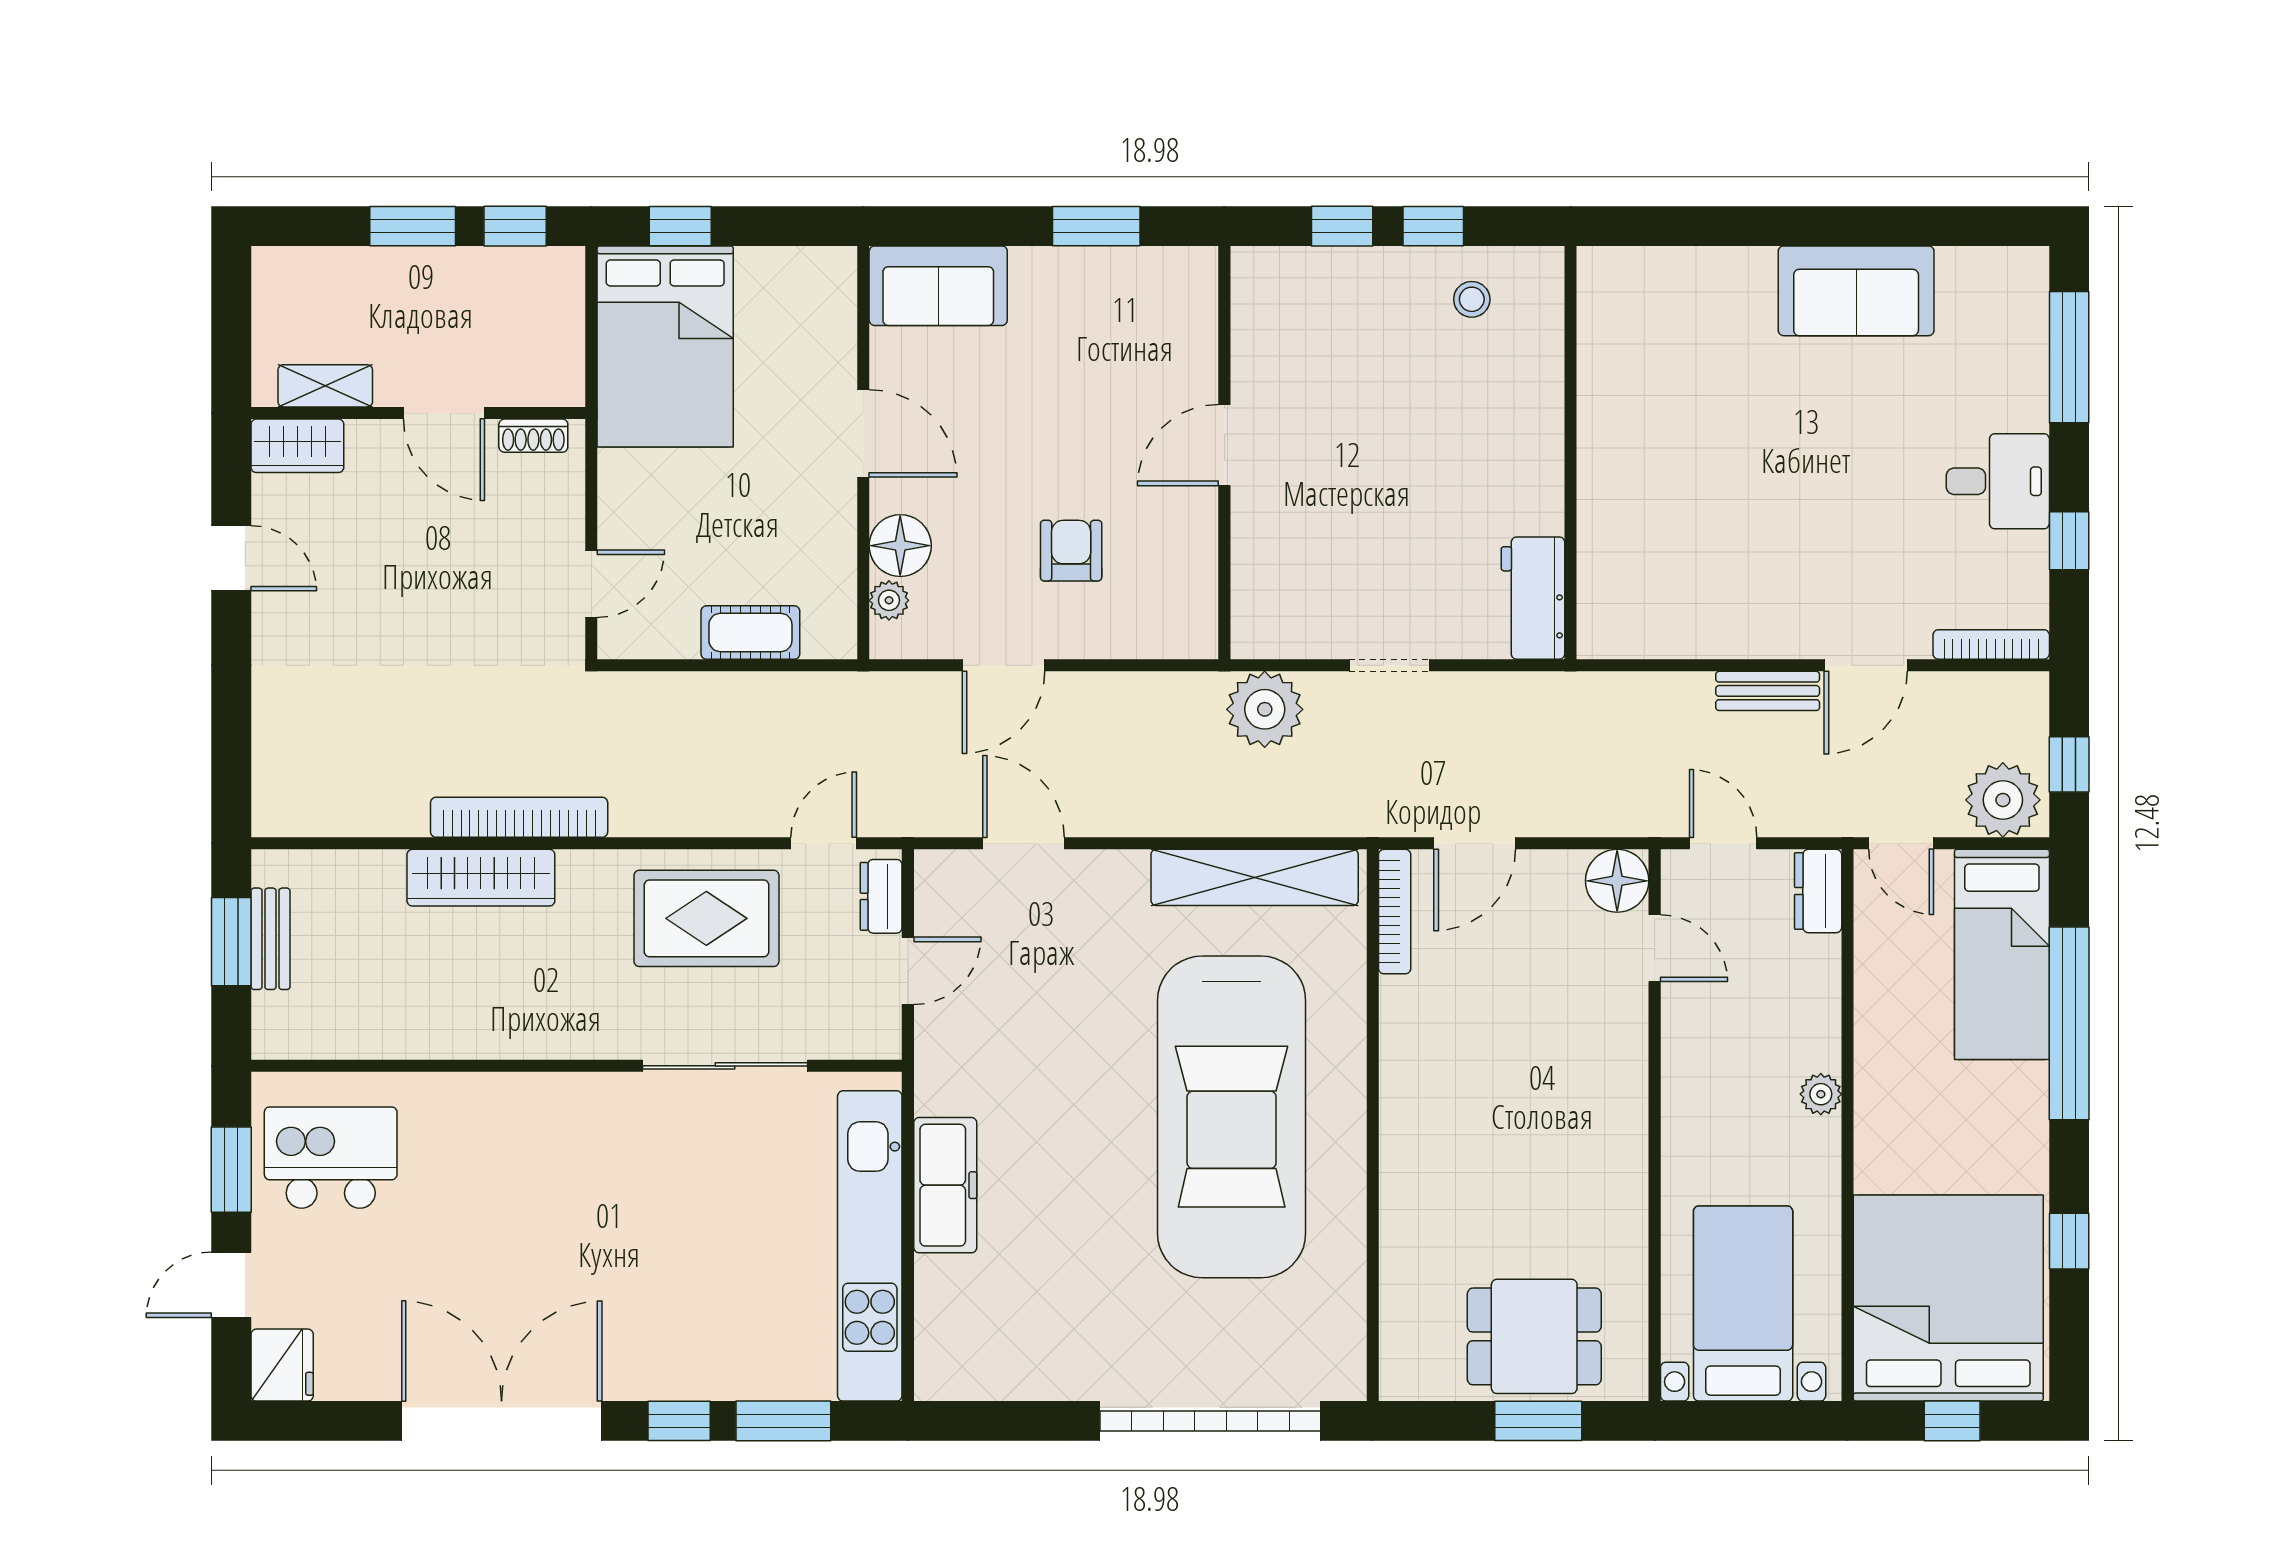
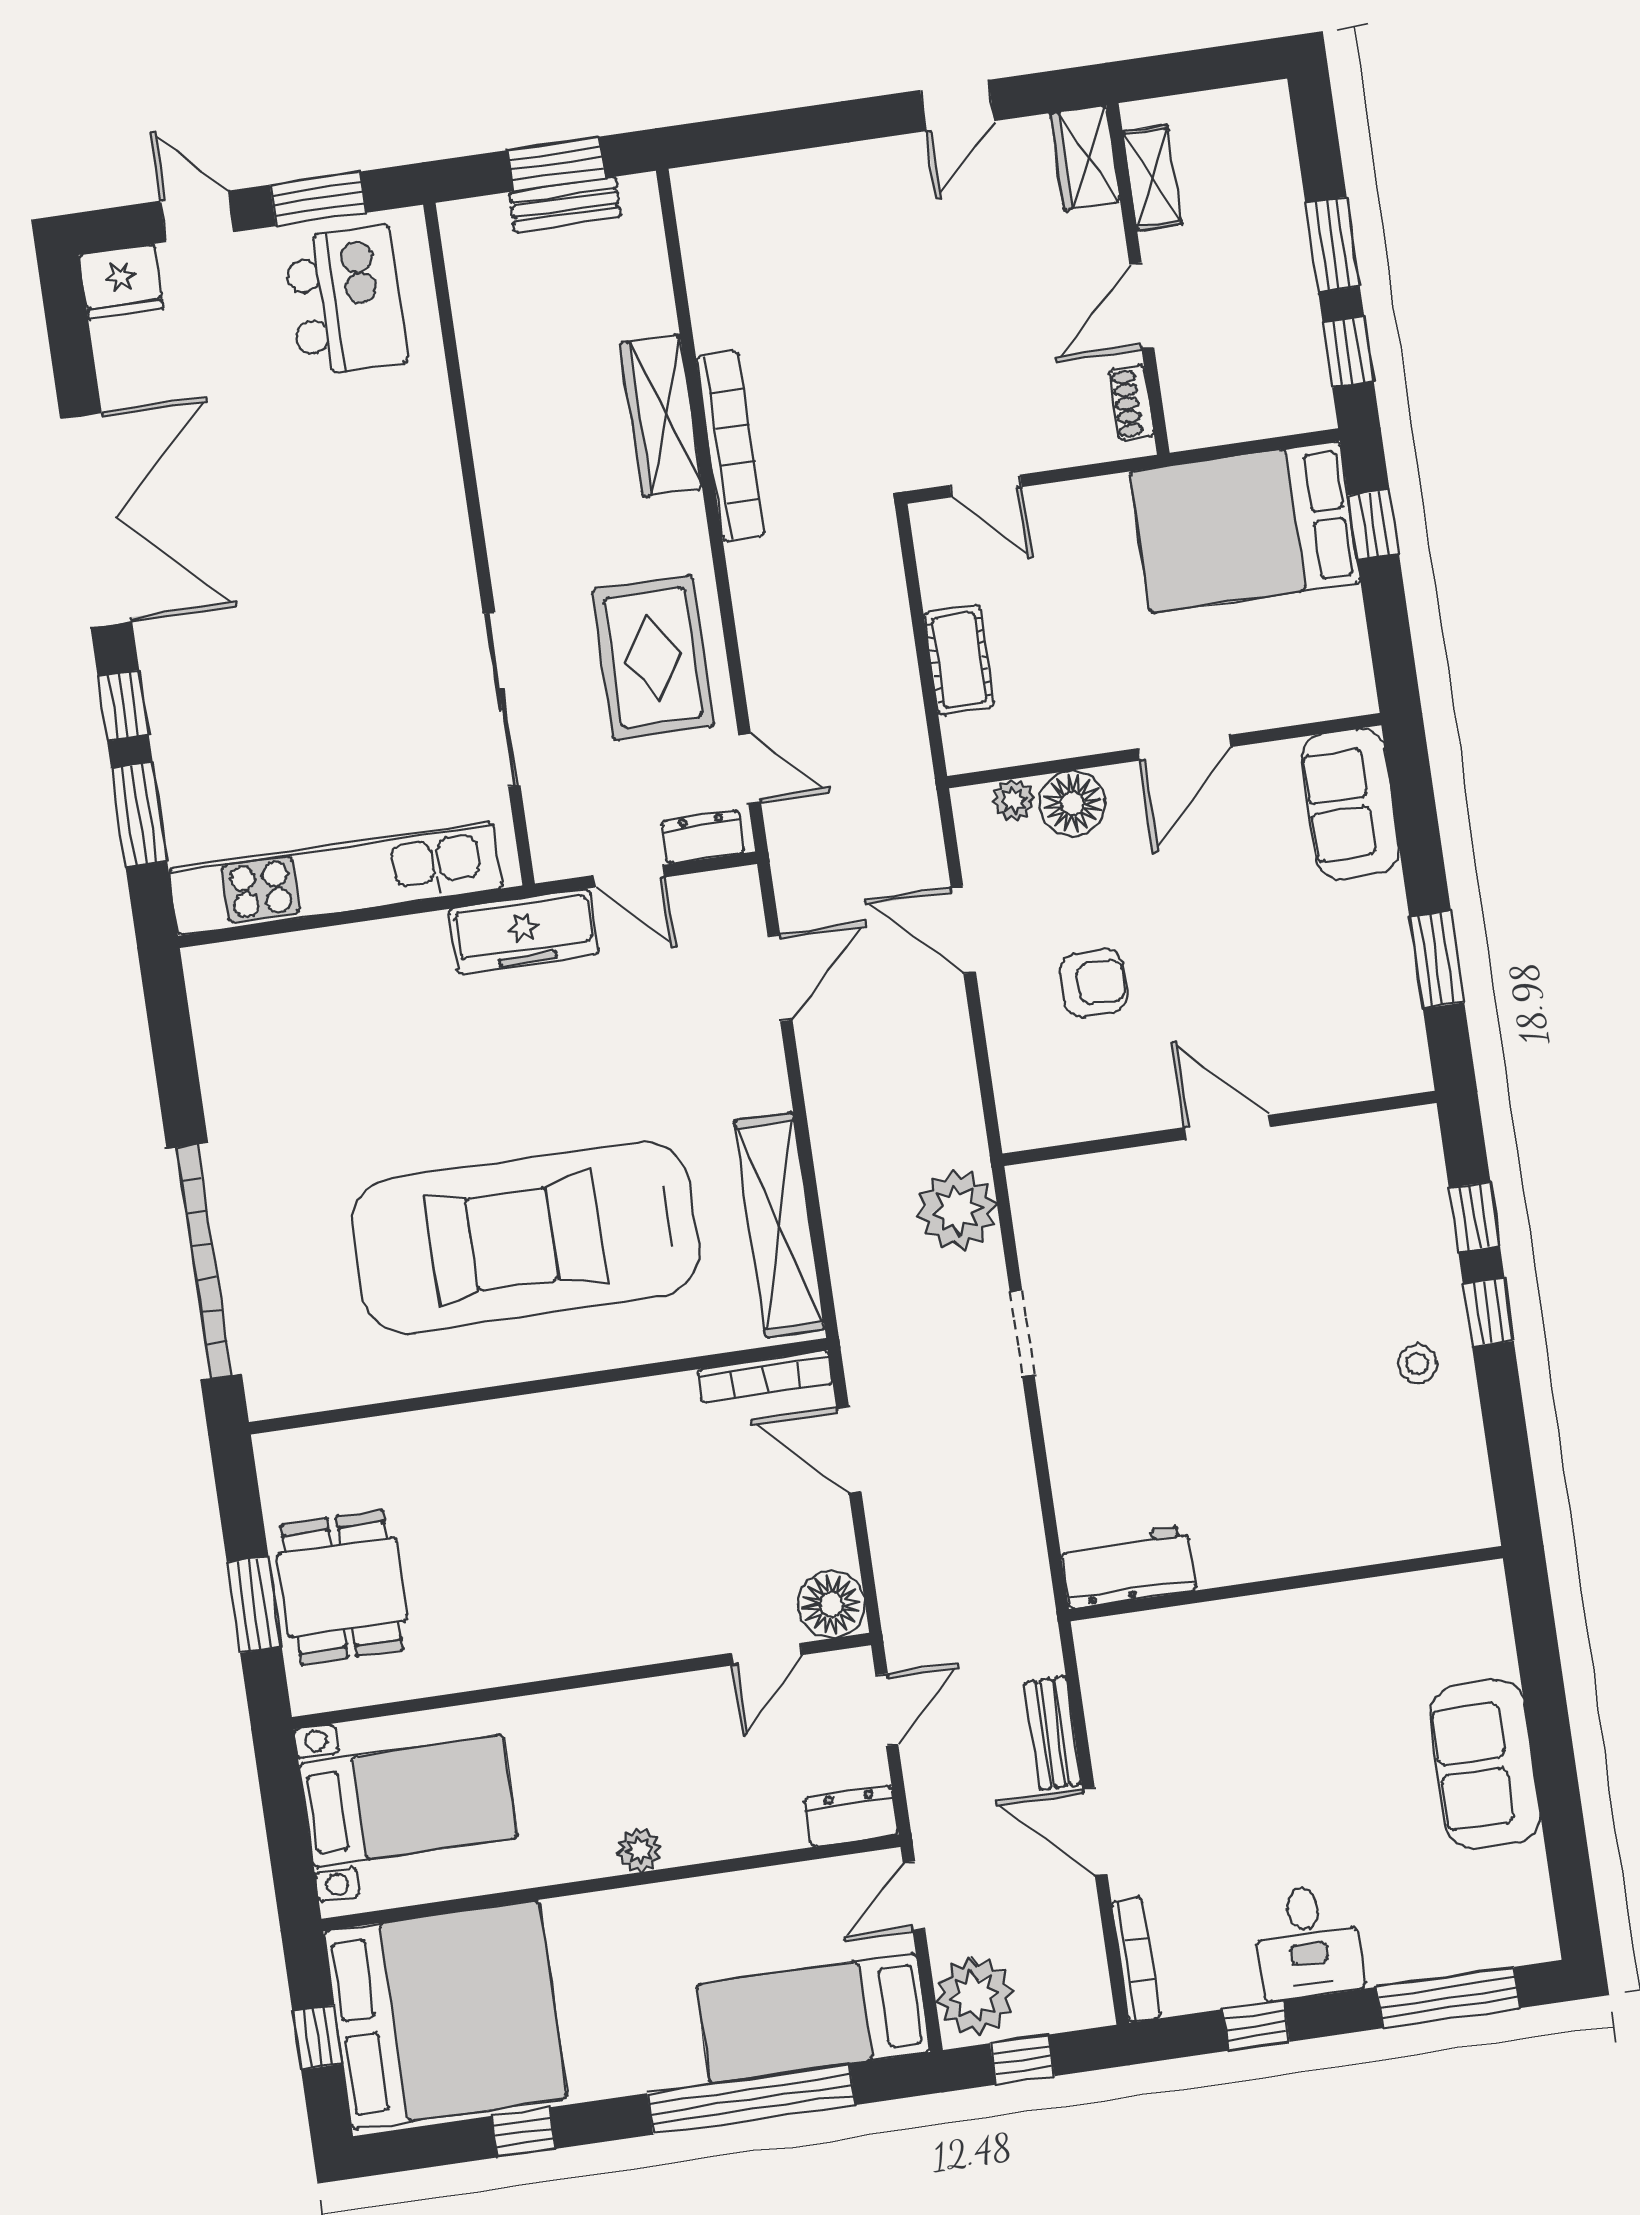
wall: (1571, 453) -> (1286, 1584), moved
workbench: (1533, 598) -> (1128, 1567), moved
freezer: (945, 1185) -> (524, 932), moved

